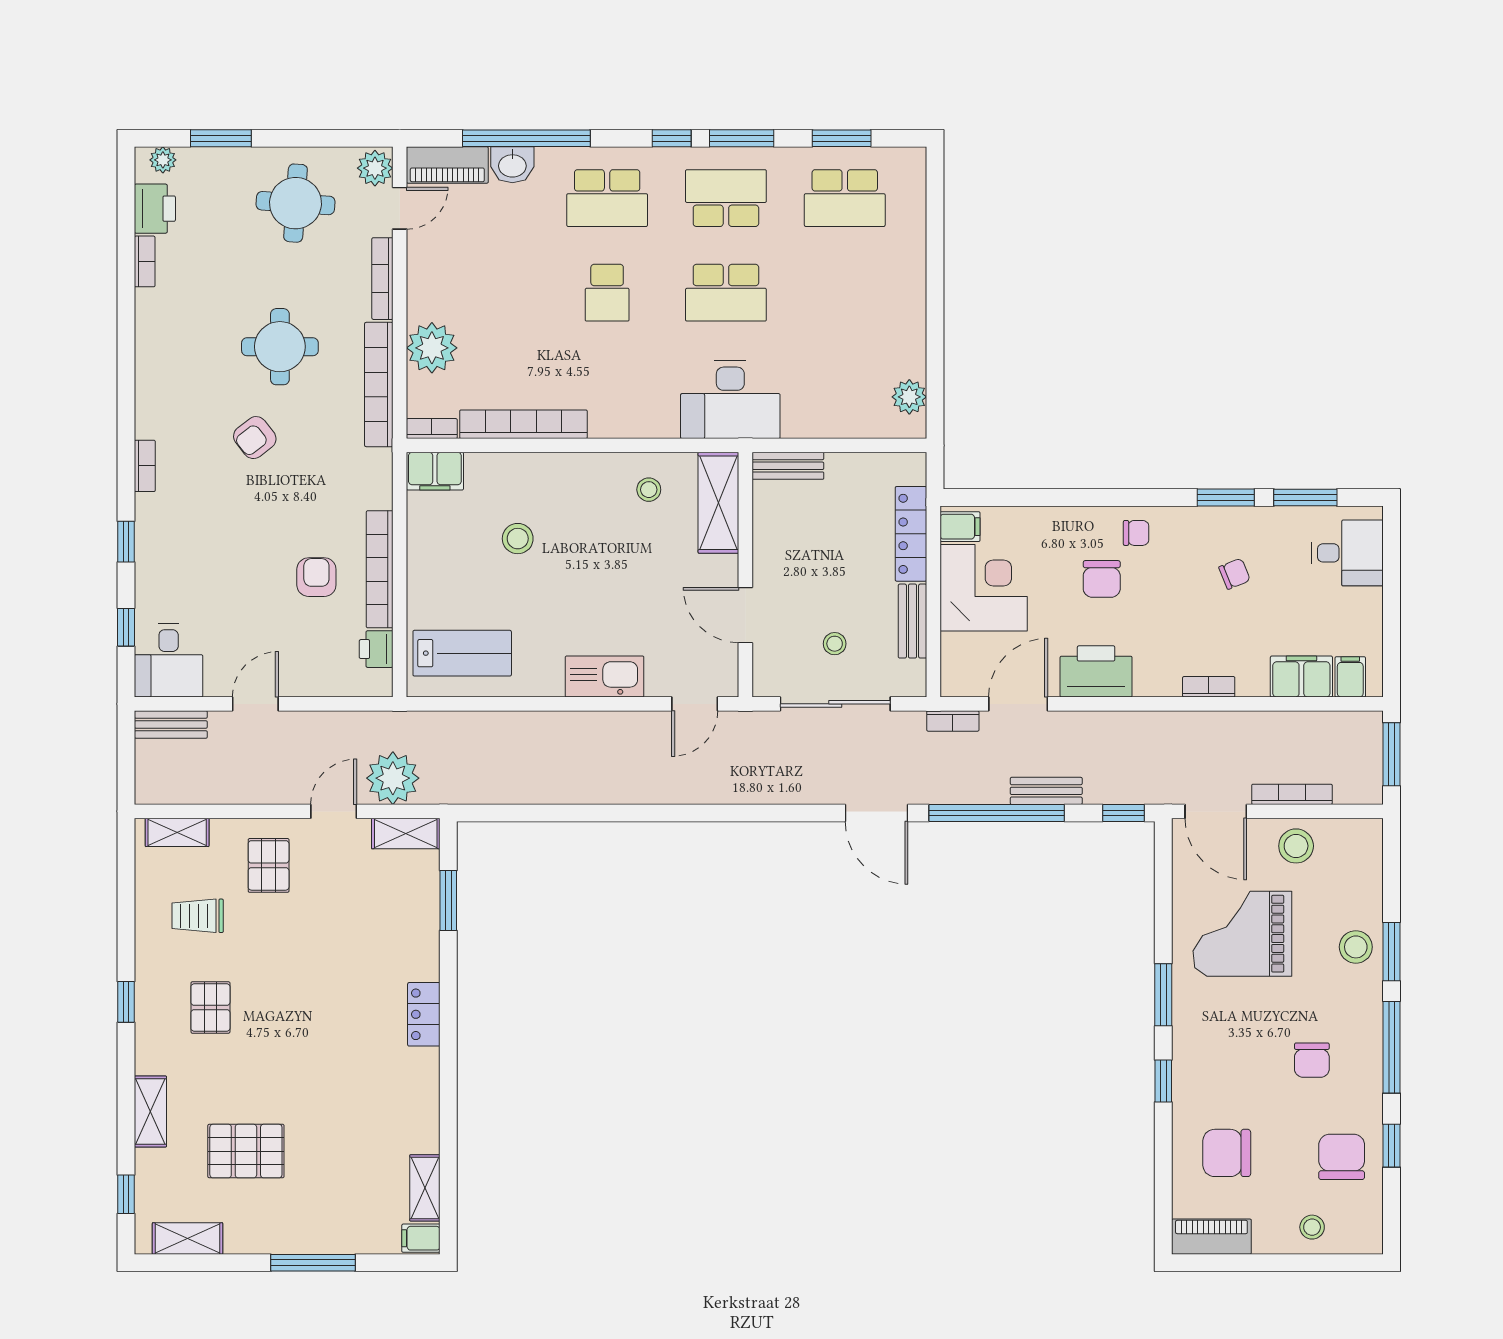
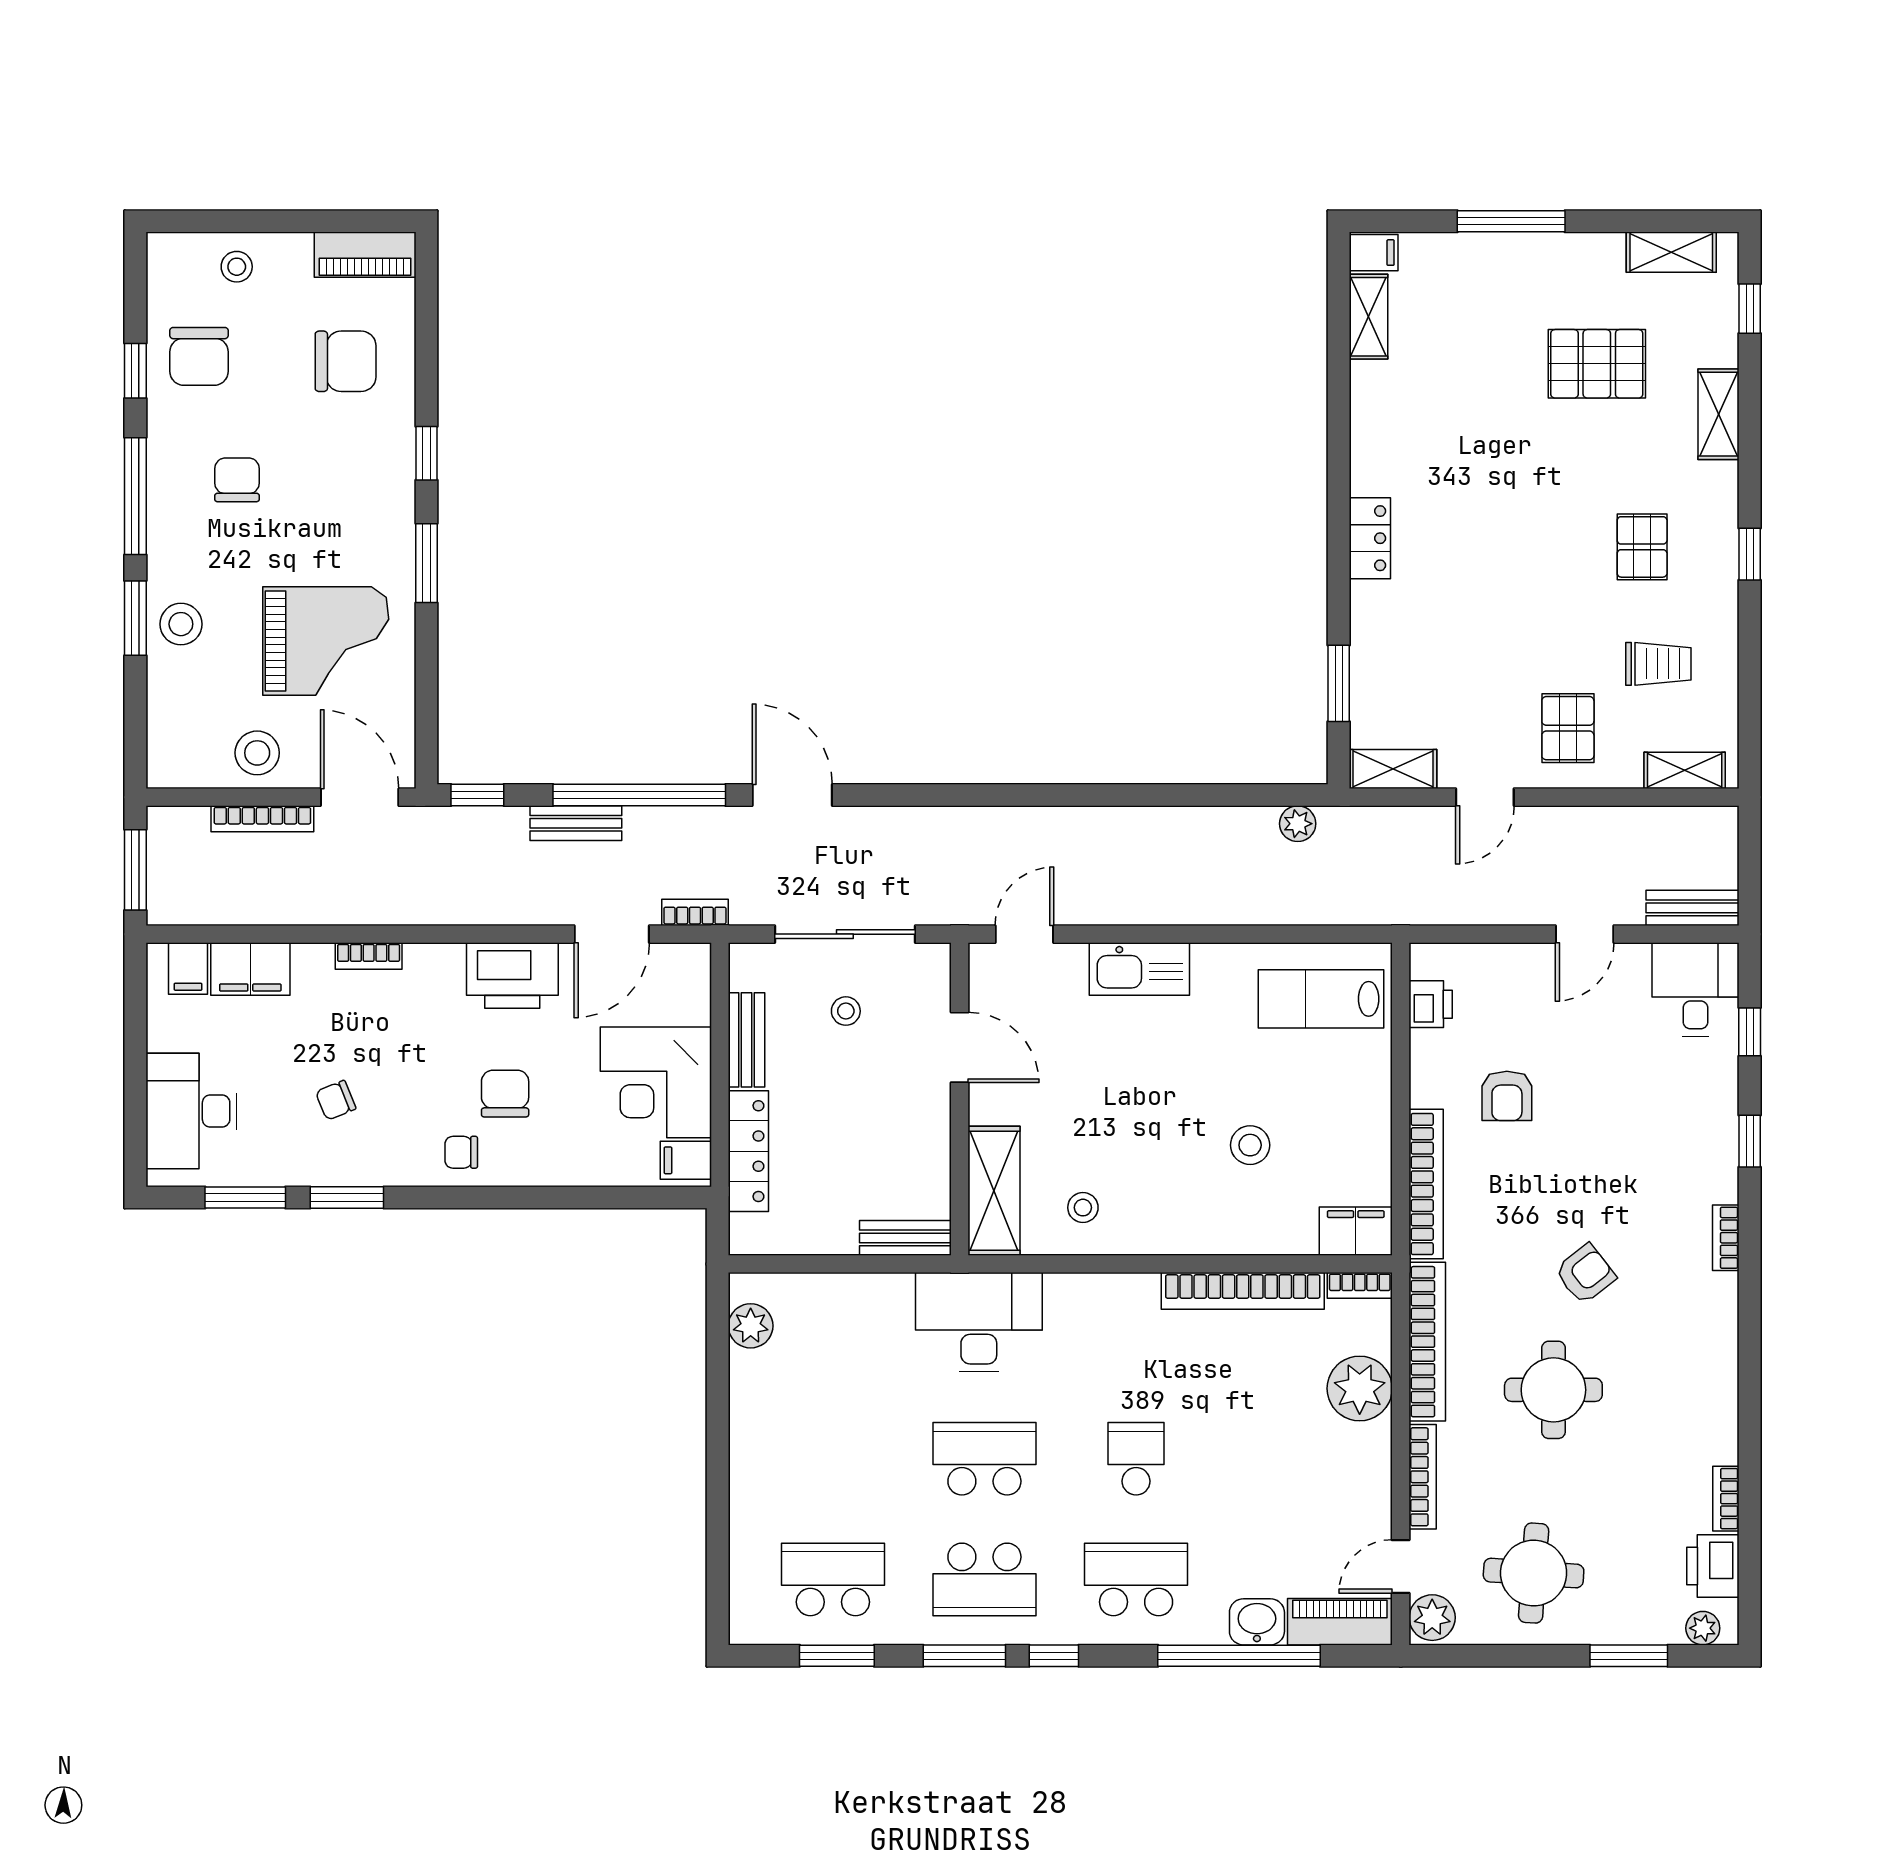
desk: (1348, 553) -> (192, 1111), width x1.37
bookcase: (380, 569) -> (1426, 1184), moved
plant: (393, 778) -> (1298, 824), moved, width x0.53, depth x0.53

